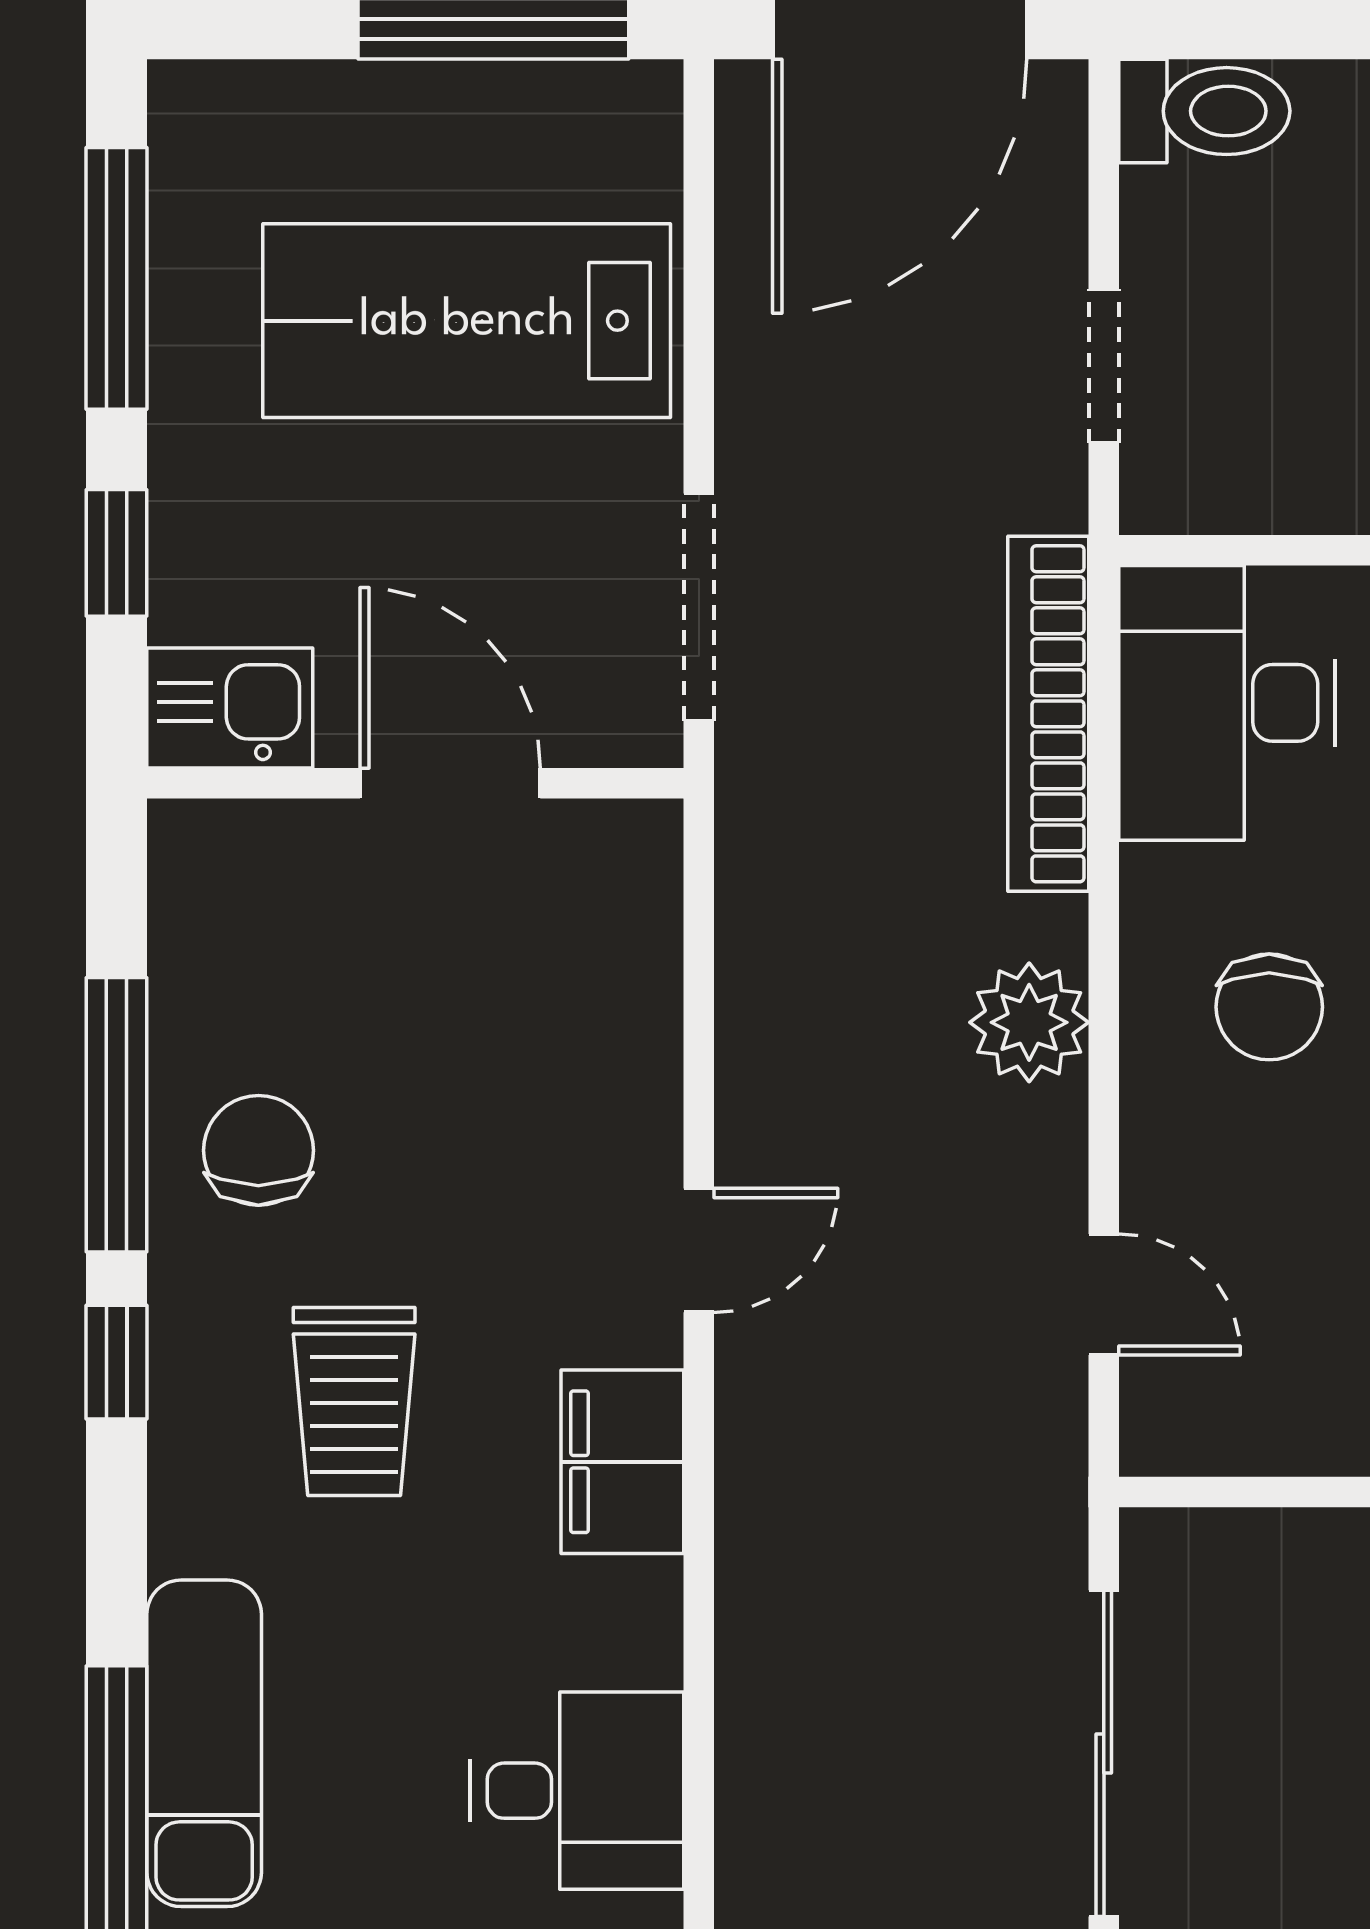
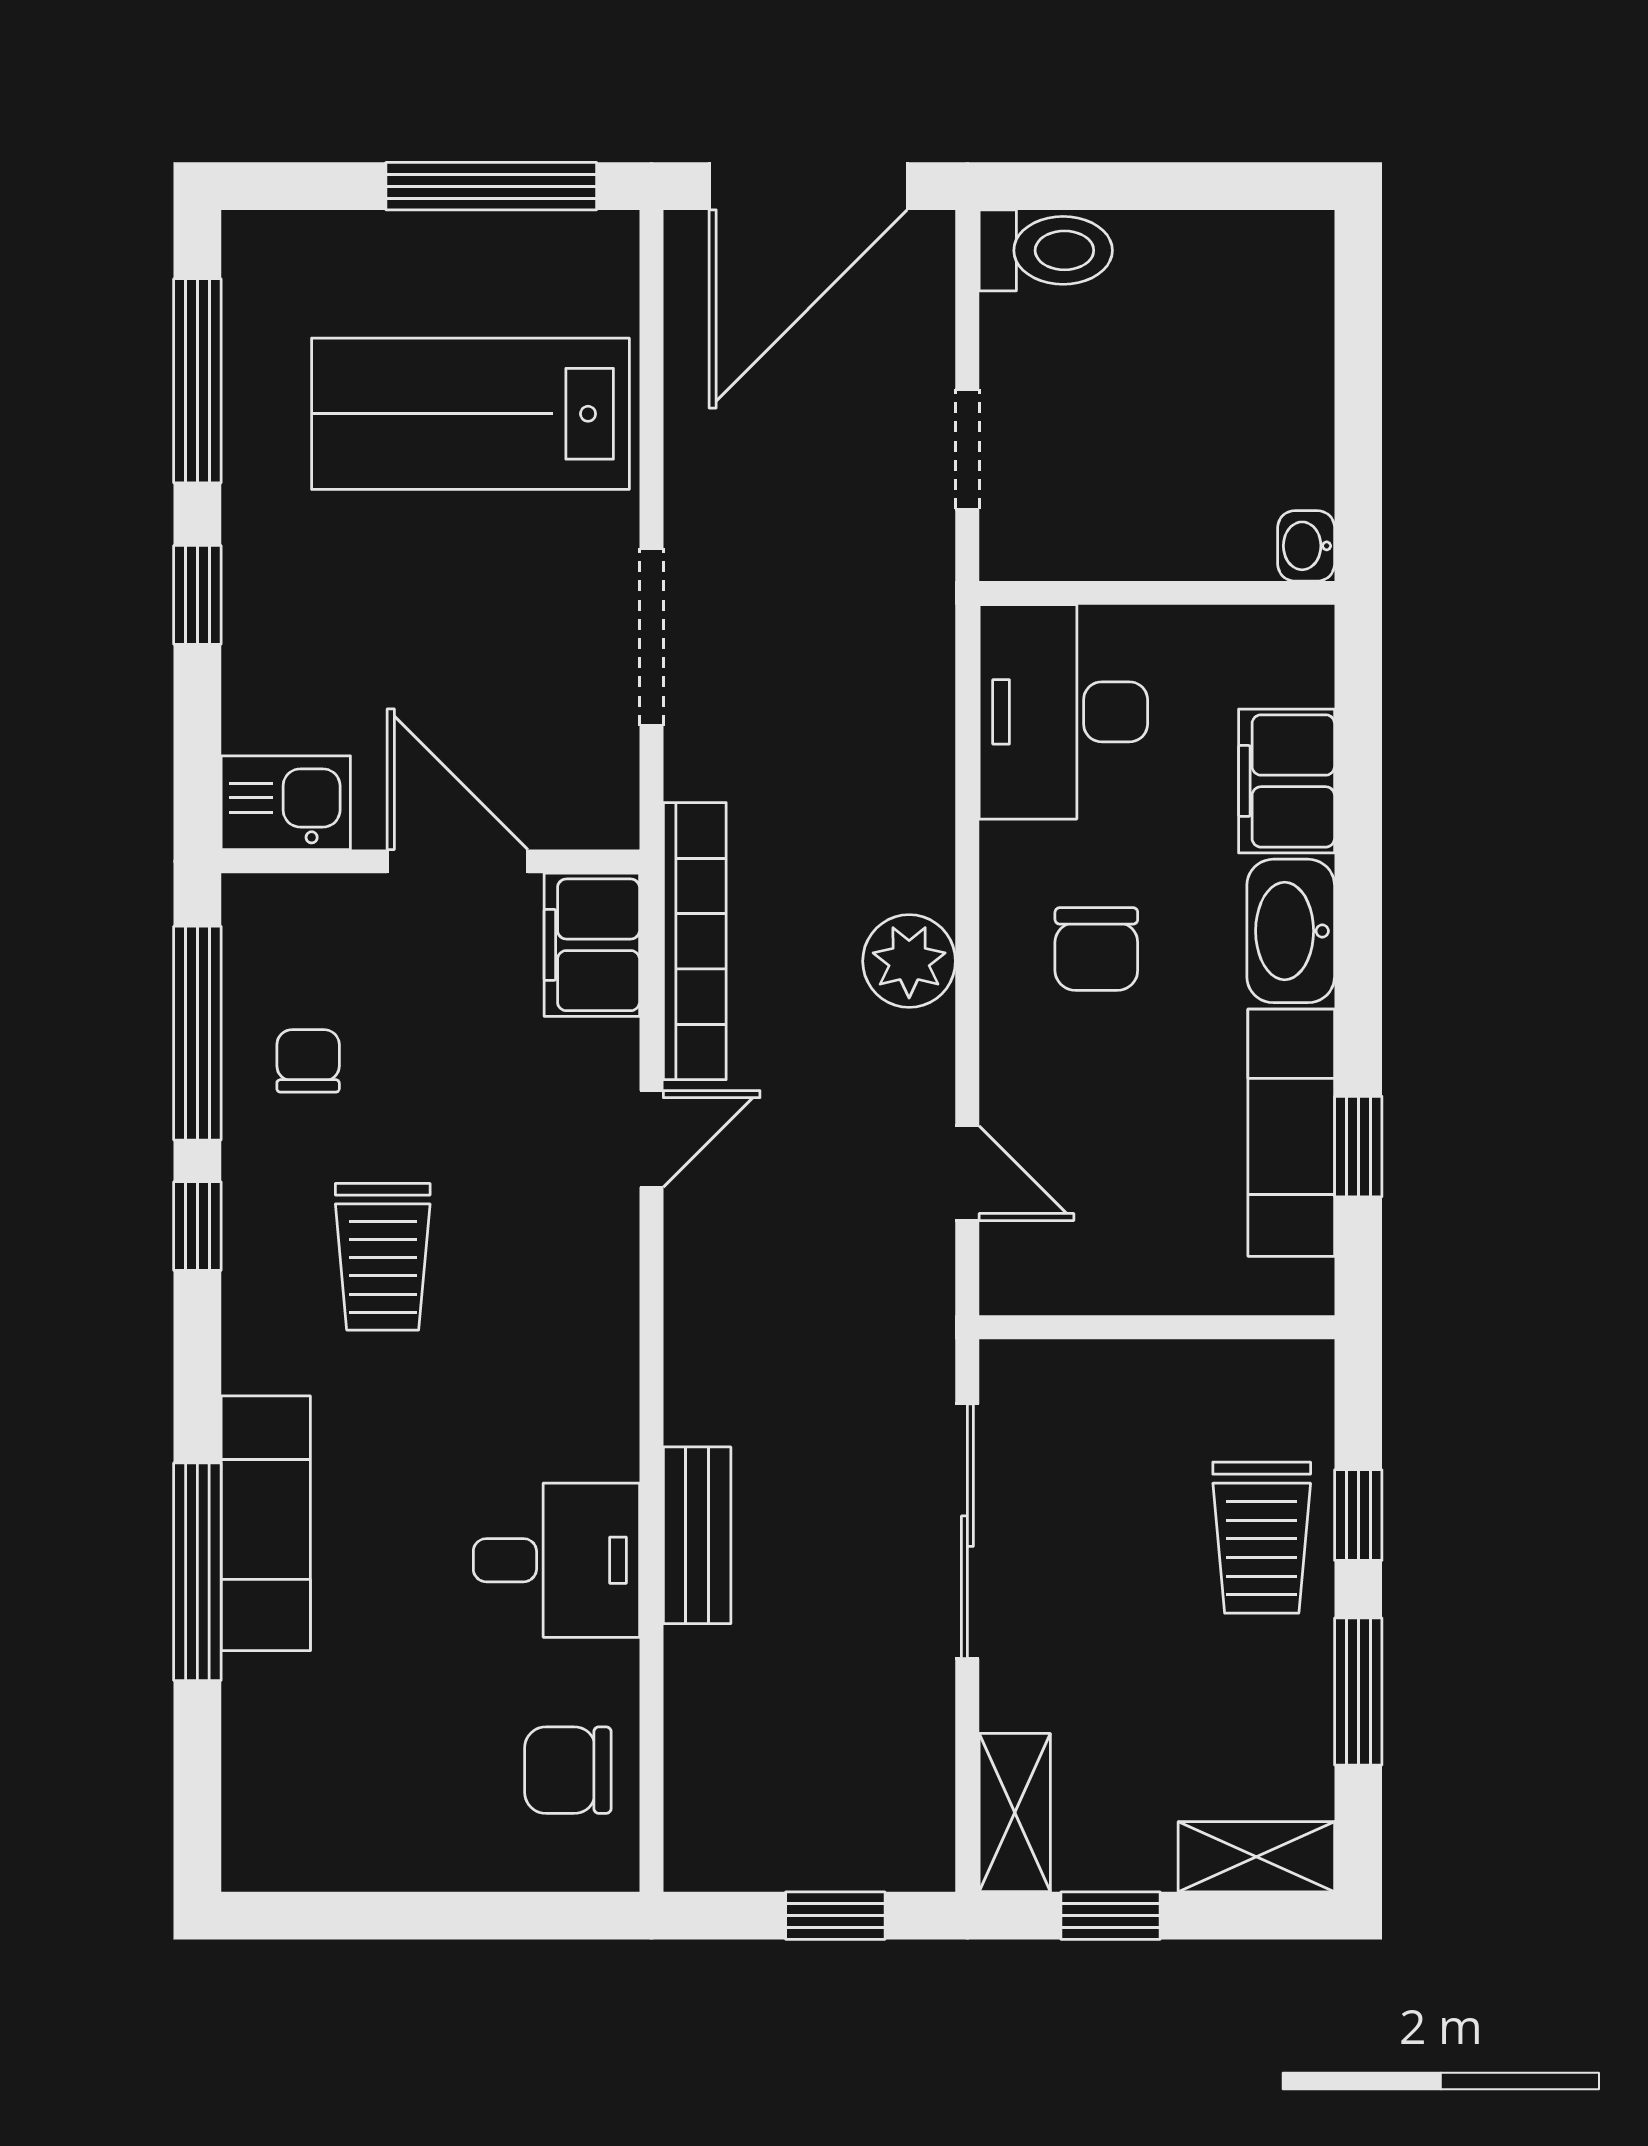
kitchen sink: (230, 708) -> (286, 803), moved
bookcase: (1048, 714) -> (695, 941), moved, turned 180
wall: (415, 783) -> (430, 861), moved
door: (450, 783) -> (458, 861), moved
chair: (258, 1150) -> (308, 1061), width x0.73, depth x0.73
filing cabinet: (622, 1462) -> (592, 945), moved
bench: (757, 1759) -> (697, 1535), added

